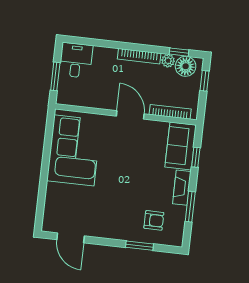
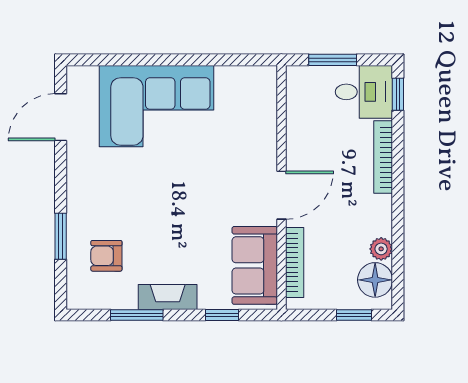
window: (179, 52) -> (398, 94), moved
bookcase: (139, 56) -> (383, 157), moved
sofa: (181, 146) -> (255, 265), moved, turned -90
corner sofa: (74, 150) -> (157, 106), moved
armchair: (154, 220) -> (106, 256), turned 90

